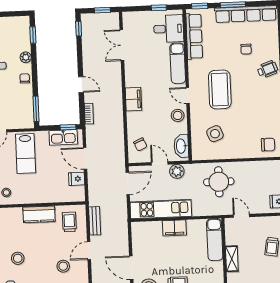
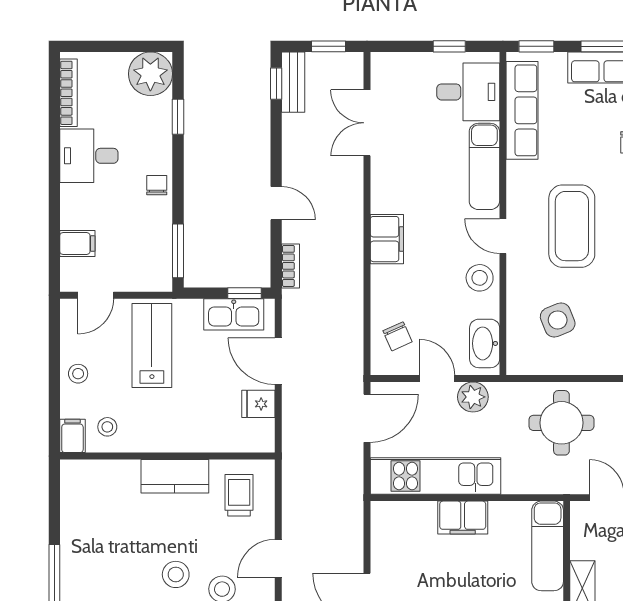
window: (33, 35) -> (178, 117), moved
plant: (26, 57) -> (150, 74), moved, width x1.88, depth x1.88
lab bench: (26, 154) -> (152, 345), turned 180
bench: (95, 221) -> (293, 82), moved
stool: (18, 258) -> (176, 574), moved

